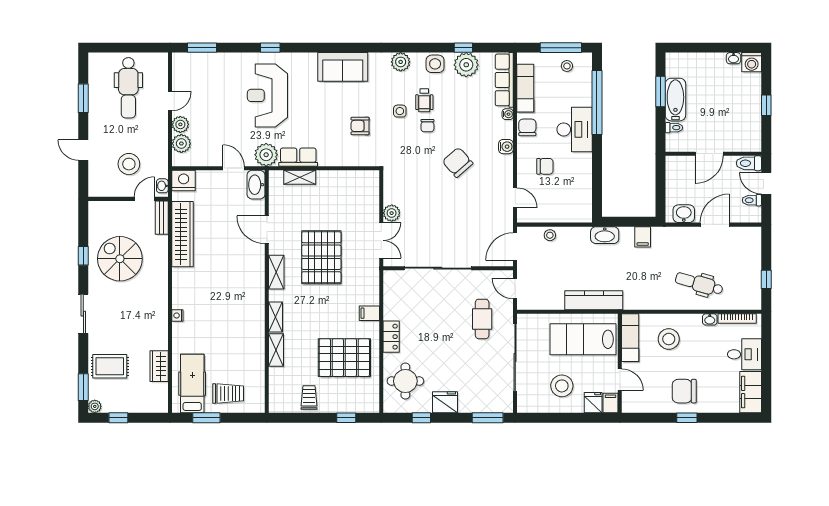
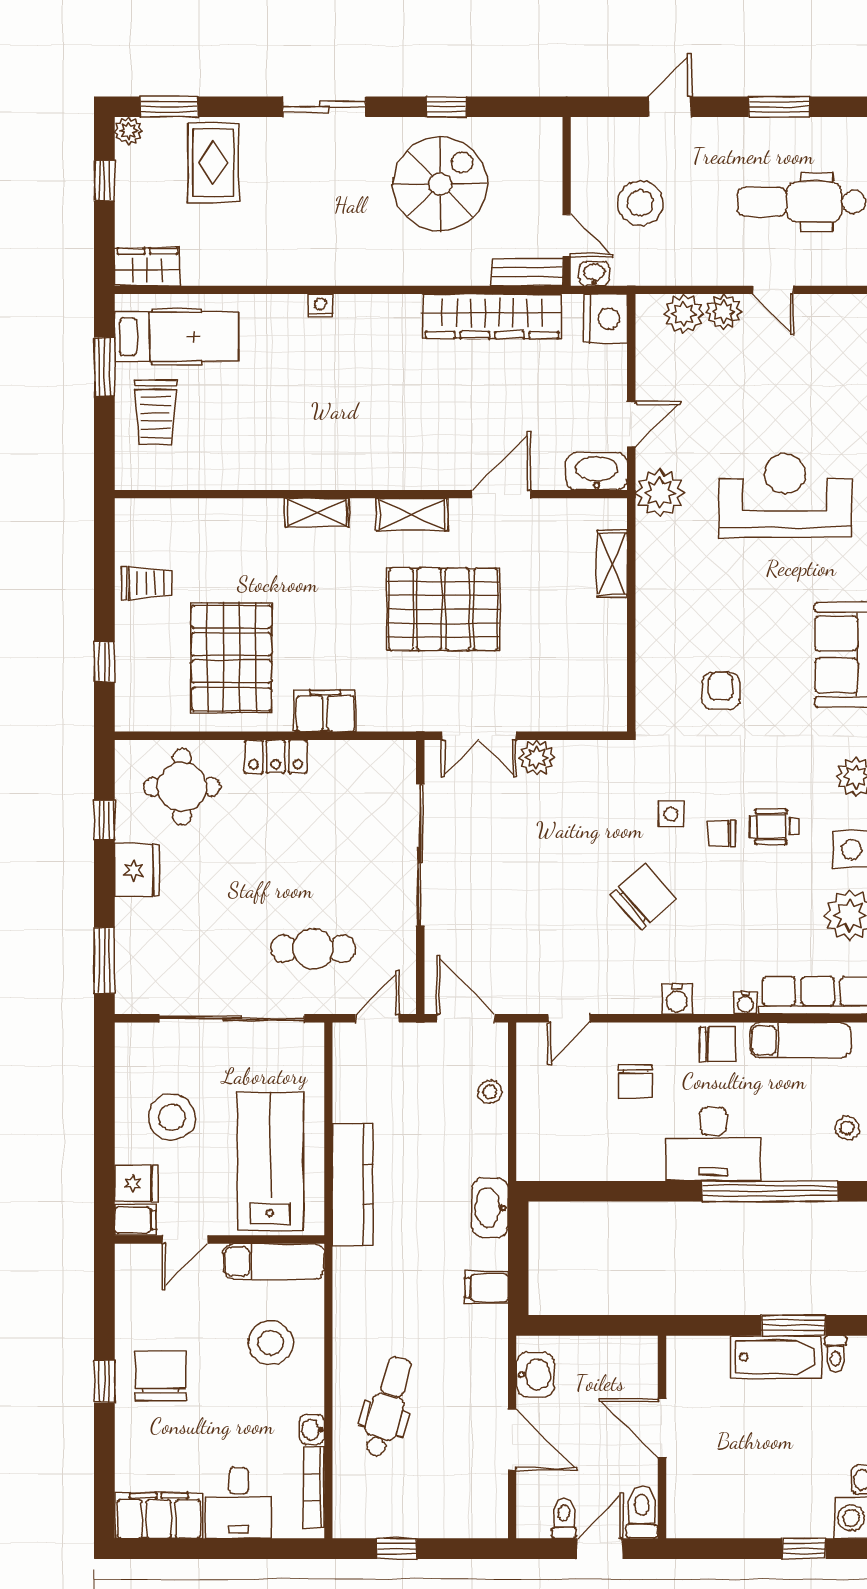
window: (766, 105) -> (804, 1549), moved
side table: (400, 111) -> (671, 814), moved
toilet: (674, 128) -> (836, 1354), moved
row of seats: (298, 157) -> (655, 561), removed
filing cabinet: (369, 313) -> (325, 711), width x2.00
shelving: (276, 350) -> (248, 514), removed
wardrobe: (159, 366) -> (147, 267), moved

